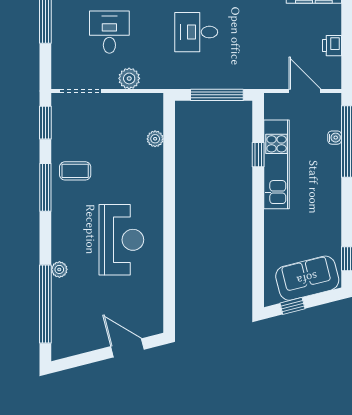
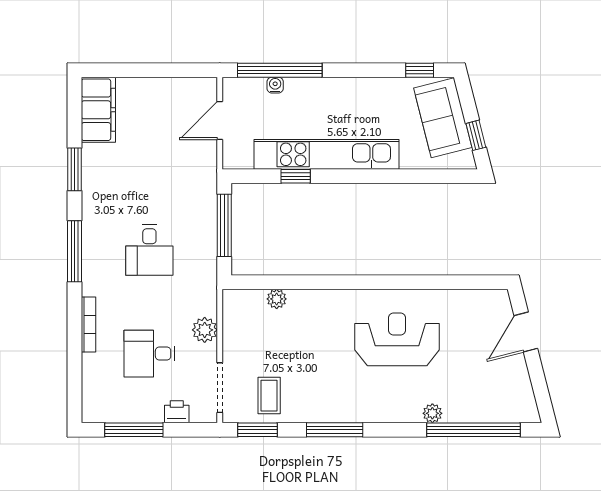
printer: (332, 46) -> (177, 412), moved, turned 180
kitchen unit: (277, 164) -> (326, 154), width x1.36
coffee table: (75, 171) -> (269, 396), moved

